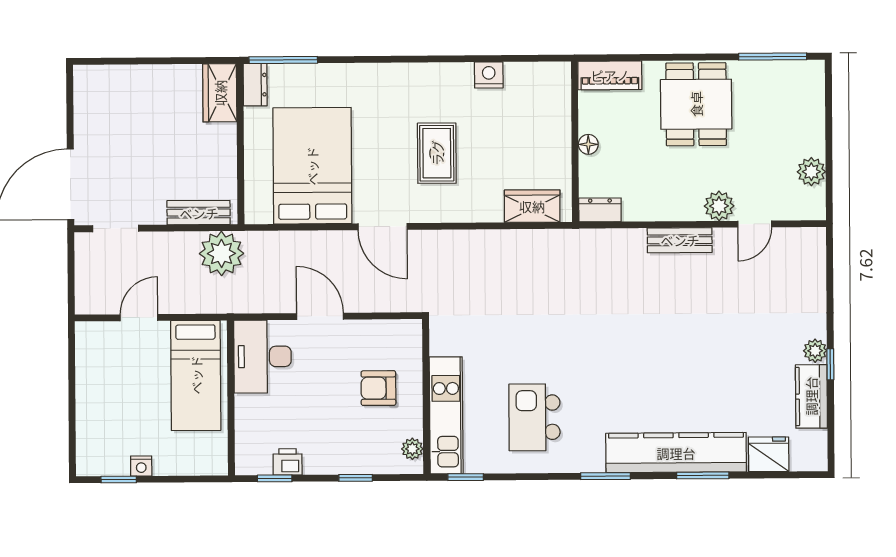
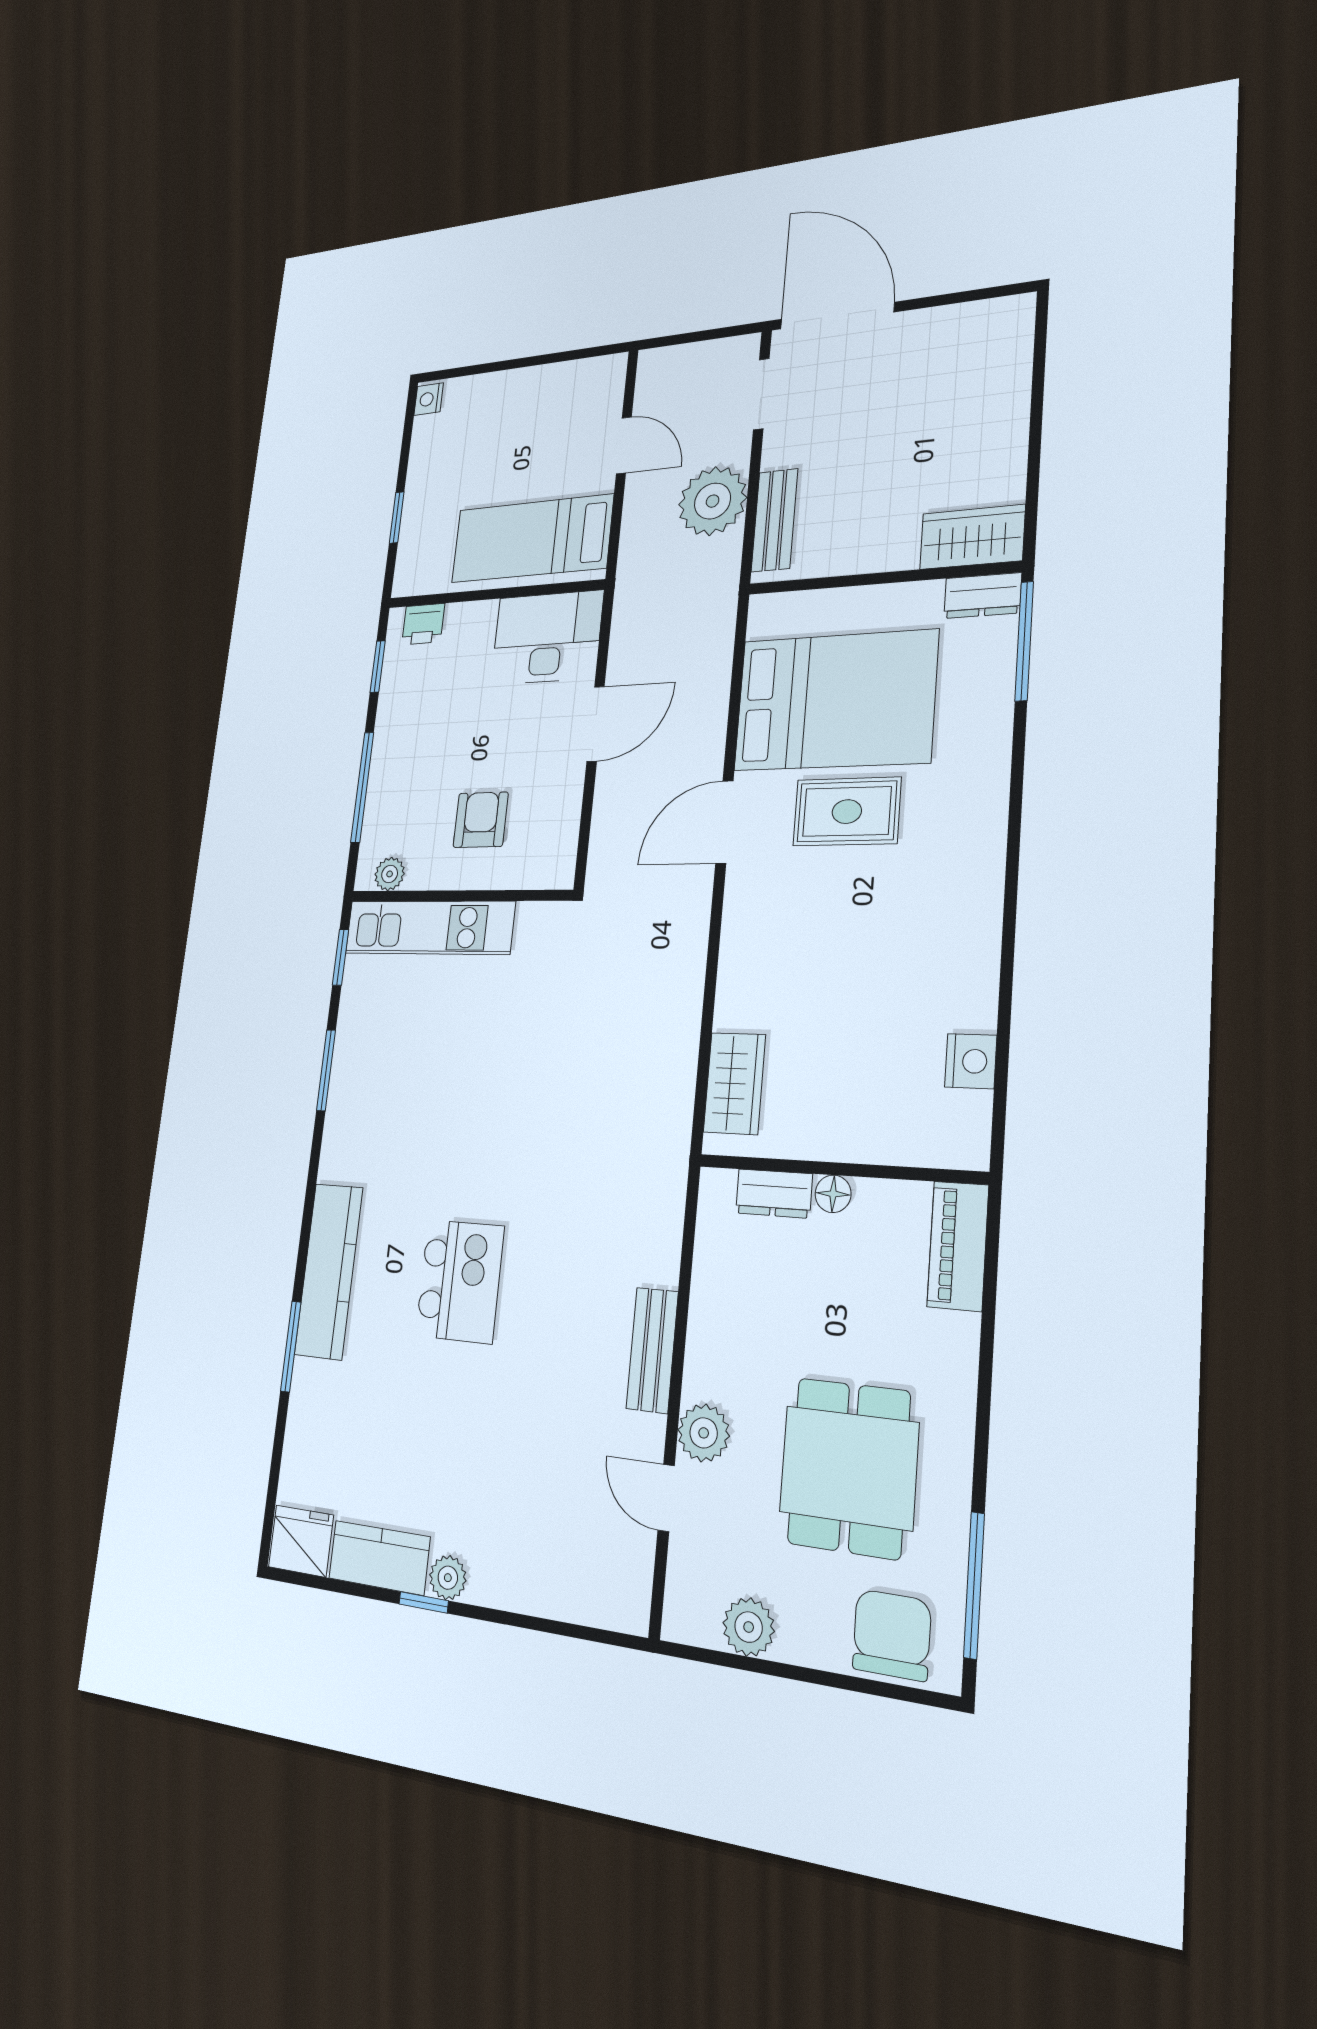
nightstand: (489, 75) -> (971, 1061), moved
chair: (803, 96) -> (892, 1635), added
dining table: (696, 104) -> (849, 1468), moved, turned 90
rug: (437, 153) -> (847, 812), moved
dresser: (600, 210) -> (774, 1193), moved, turned 90
plant: (221, 253) -> (713, 501), moved
kitchen island: (535, 417) -> (460, 1281), moved, turned 90
kitchen counter: (676, 453) -> (329, 1271), width x0.72, depth x0.86
fridge: (769, 454) -> (301, 1541), moved, turned -90
printer: (288, 462) -> (423, 624), moved, turned 90
nightstand: (141, 466) -> (429, 399), moved
window: (605, 476) -> (326, 1070), moved
window: (356, 478) -> (362, 787), width x2.17
window: (119, 479) -> (397, 518), moved

